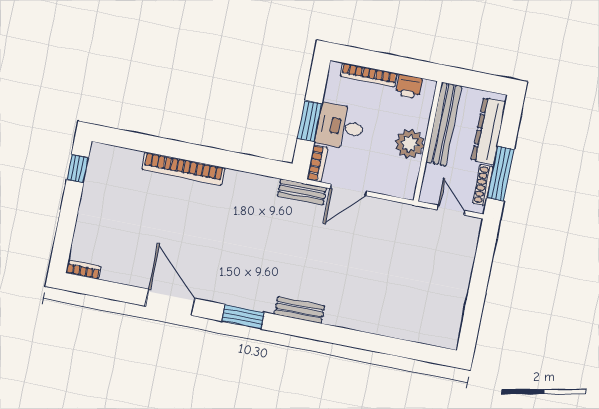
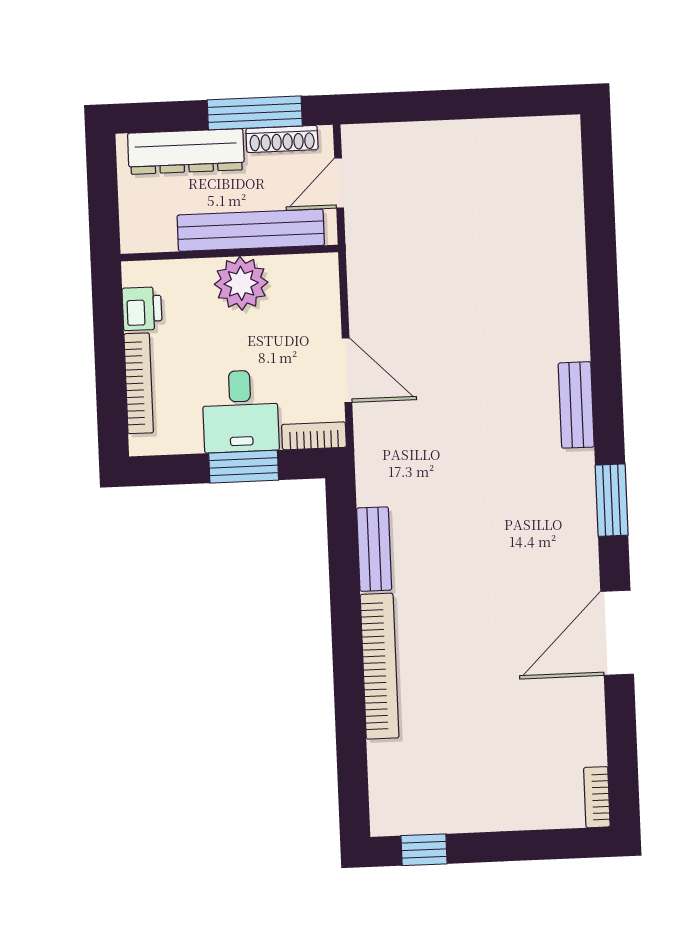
bench: (444, 124) -> (251, 230), moved
bench: (302, 192) -> (374, 549), moved

